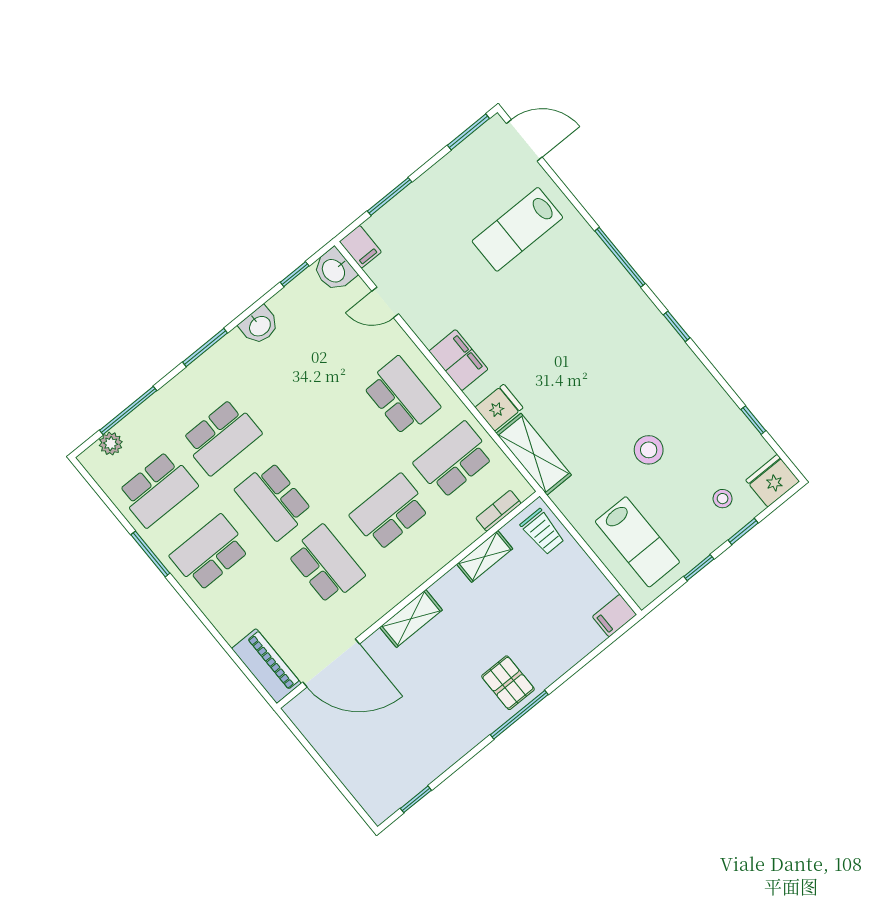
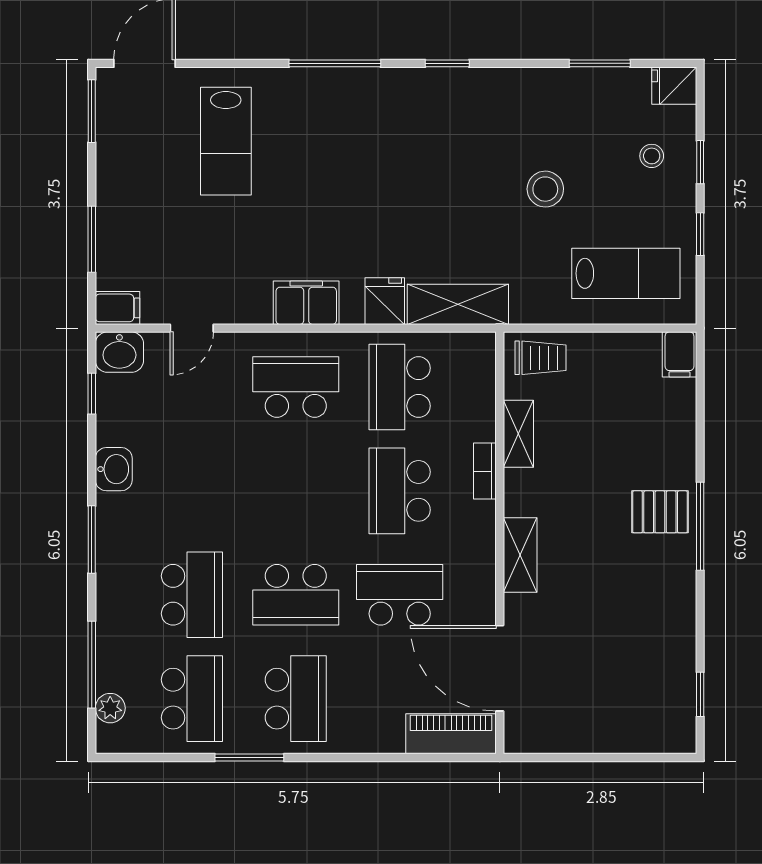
window: (753, 420) -> (600, 63), width x1.50
fridge: (773, 481) -> (674, 86), width x0.72
bookcase: (499, 511) -> (485, 471), moved
school desk: (210, 553) -> (296, 699), turned 180
door: (331, 663) -> (500, 668), swing flipped

